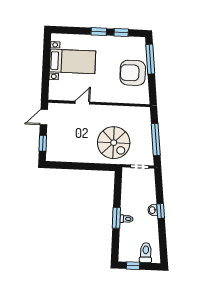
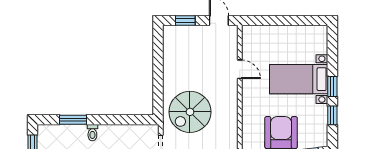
bed with nightstands: (72, 61) -> (299, 79), moved, turned 90
window: (116, 218) -> (73, 120), moved

